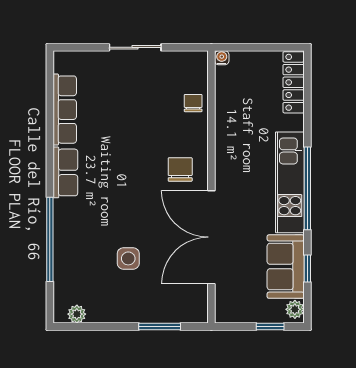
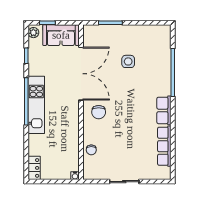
locker: (294, 82) -> (34, 168), width x0.66
sofa: (286, 267) -> (61, 35), moved, turned 90
plant: (77, 314) -> (157, 30), removed

